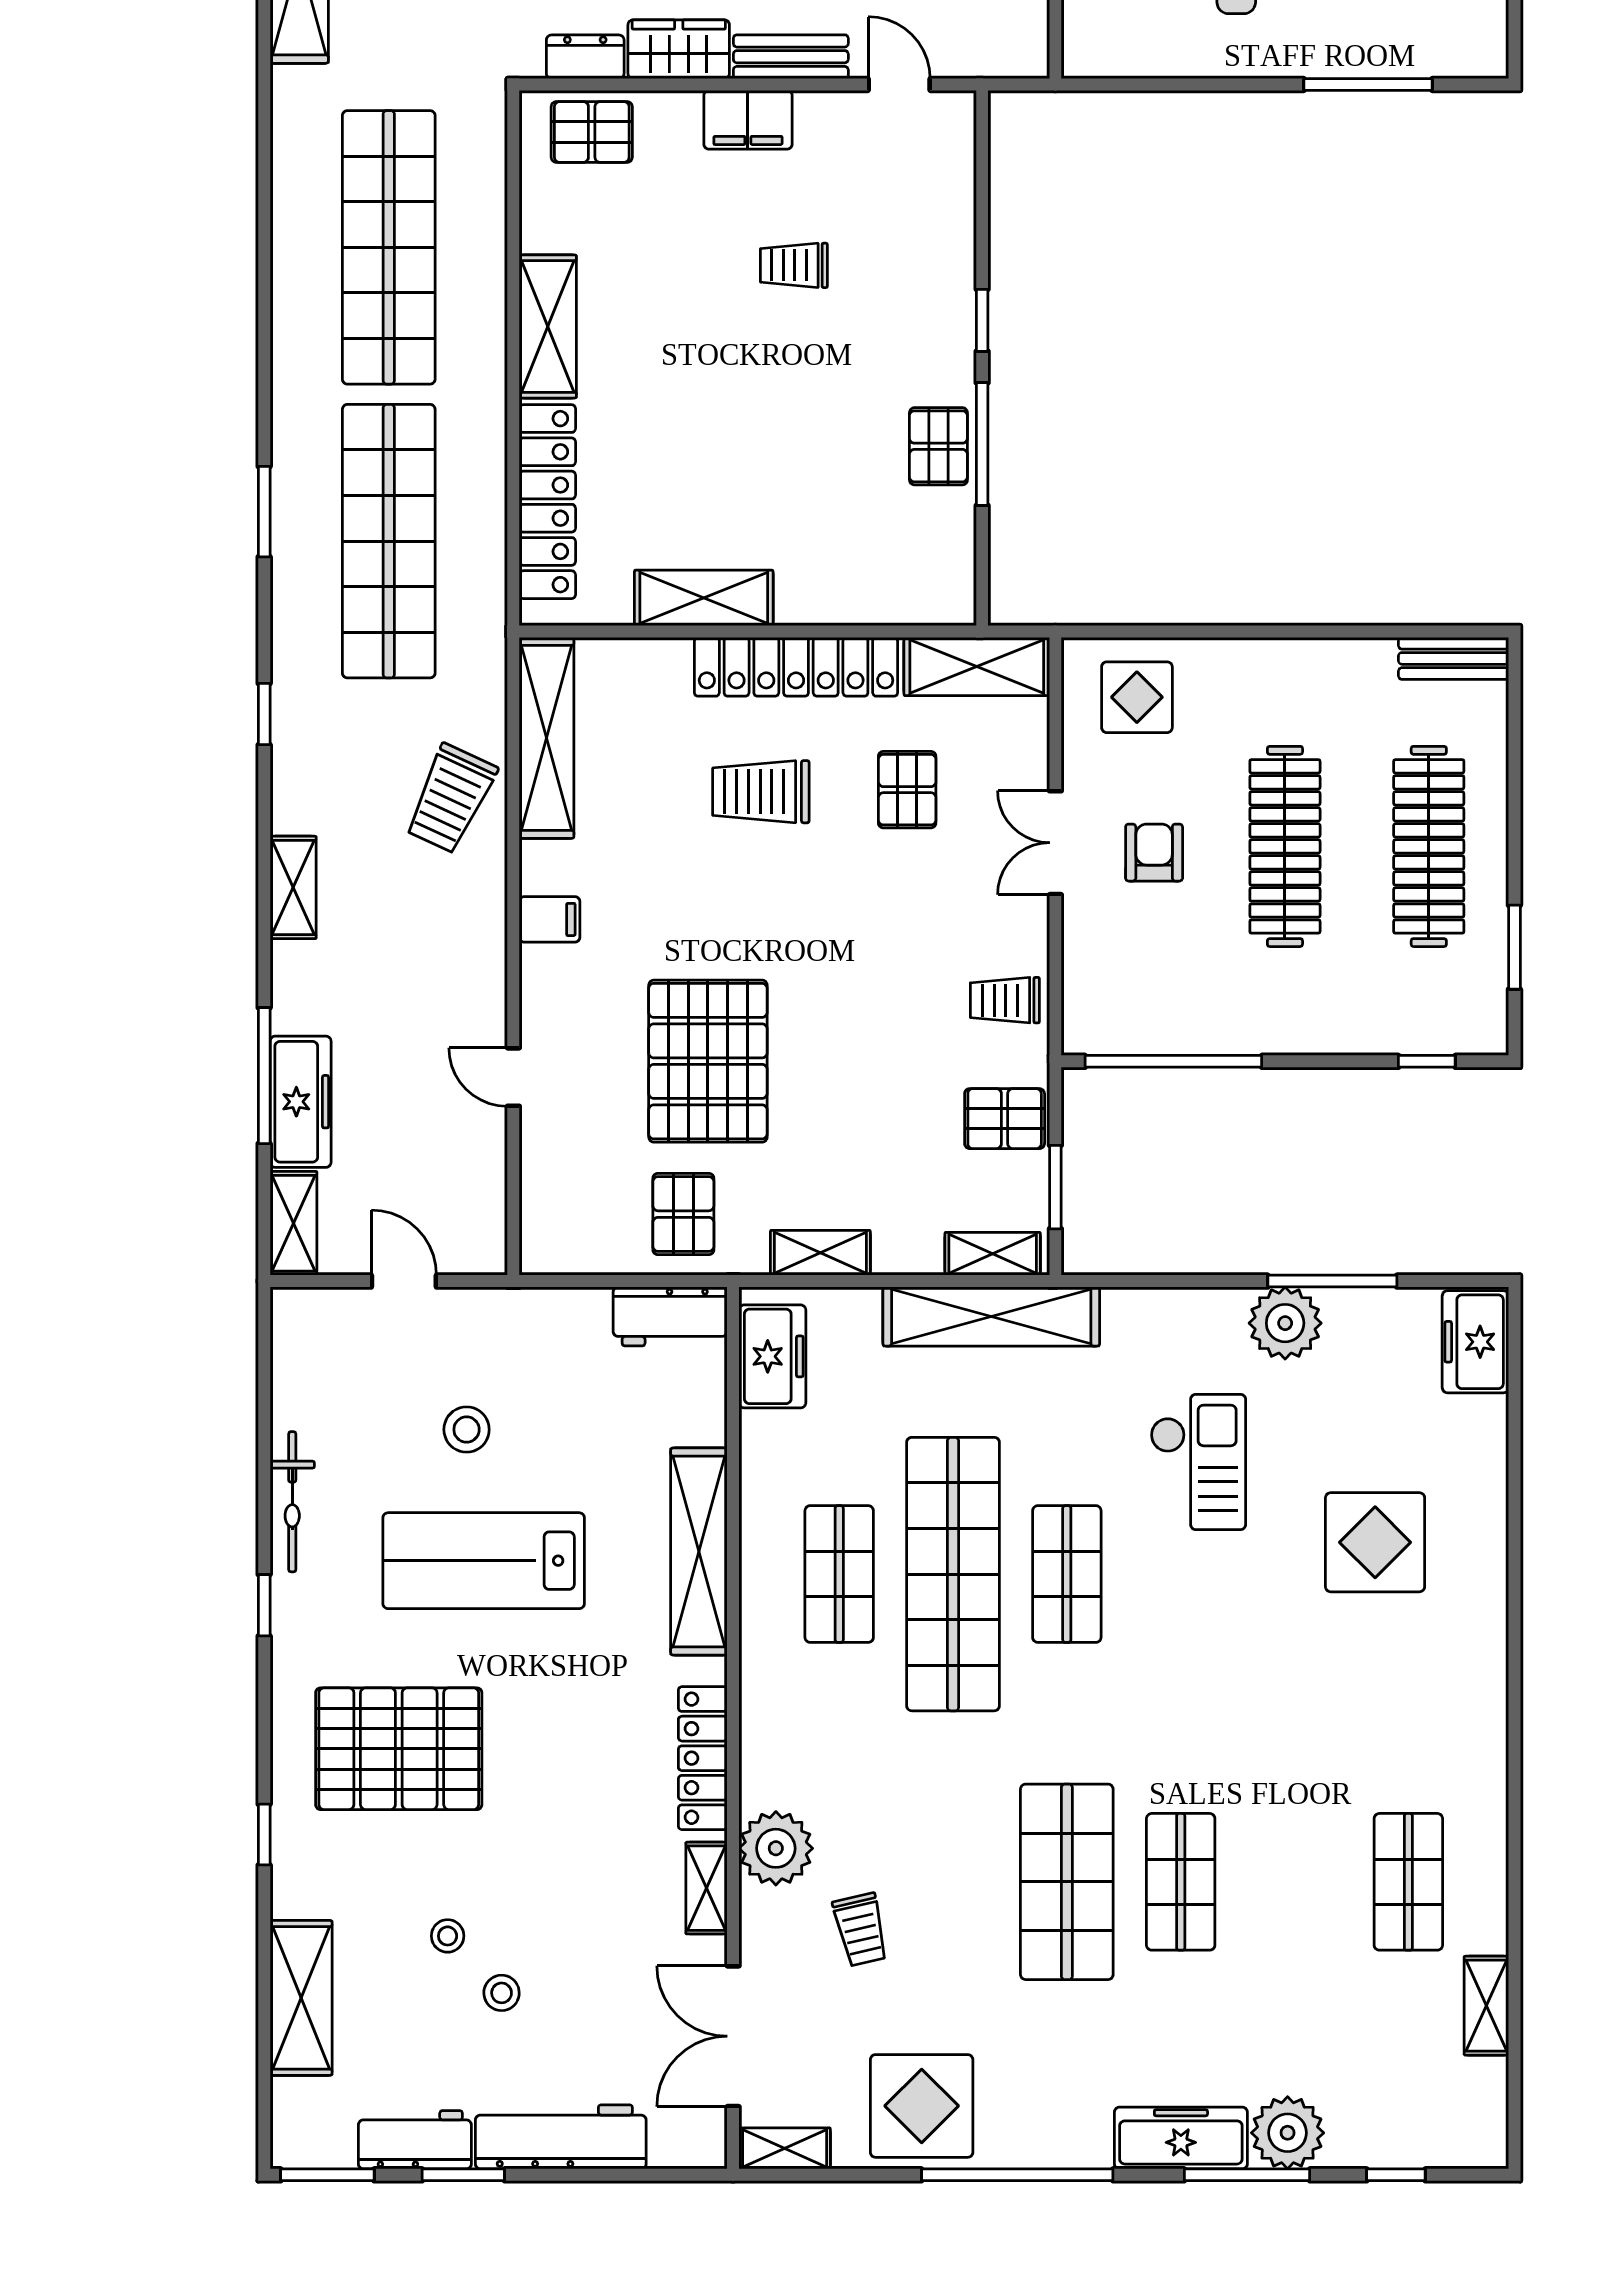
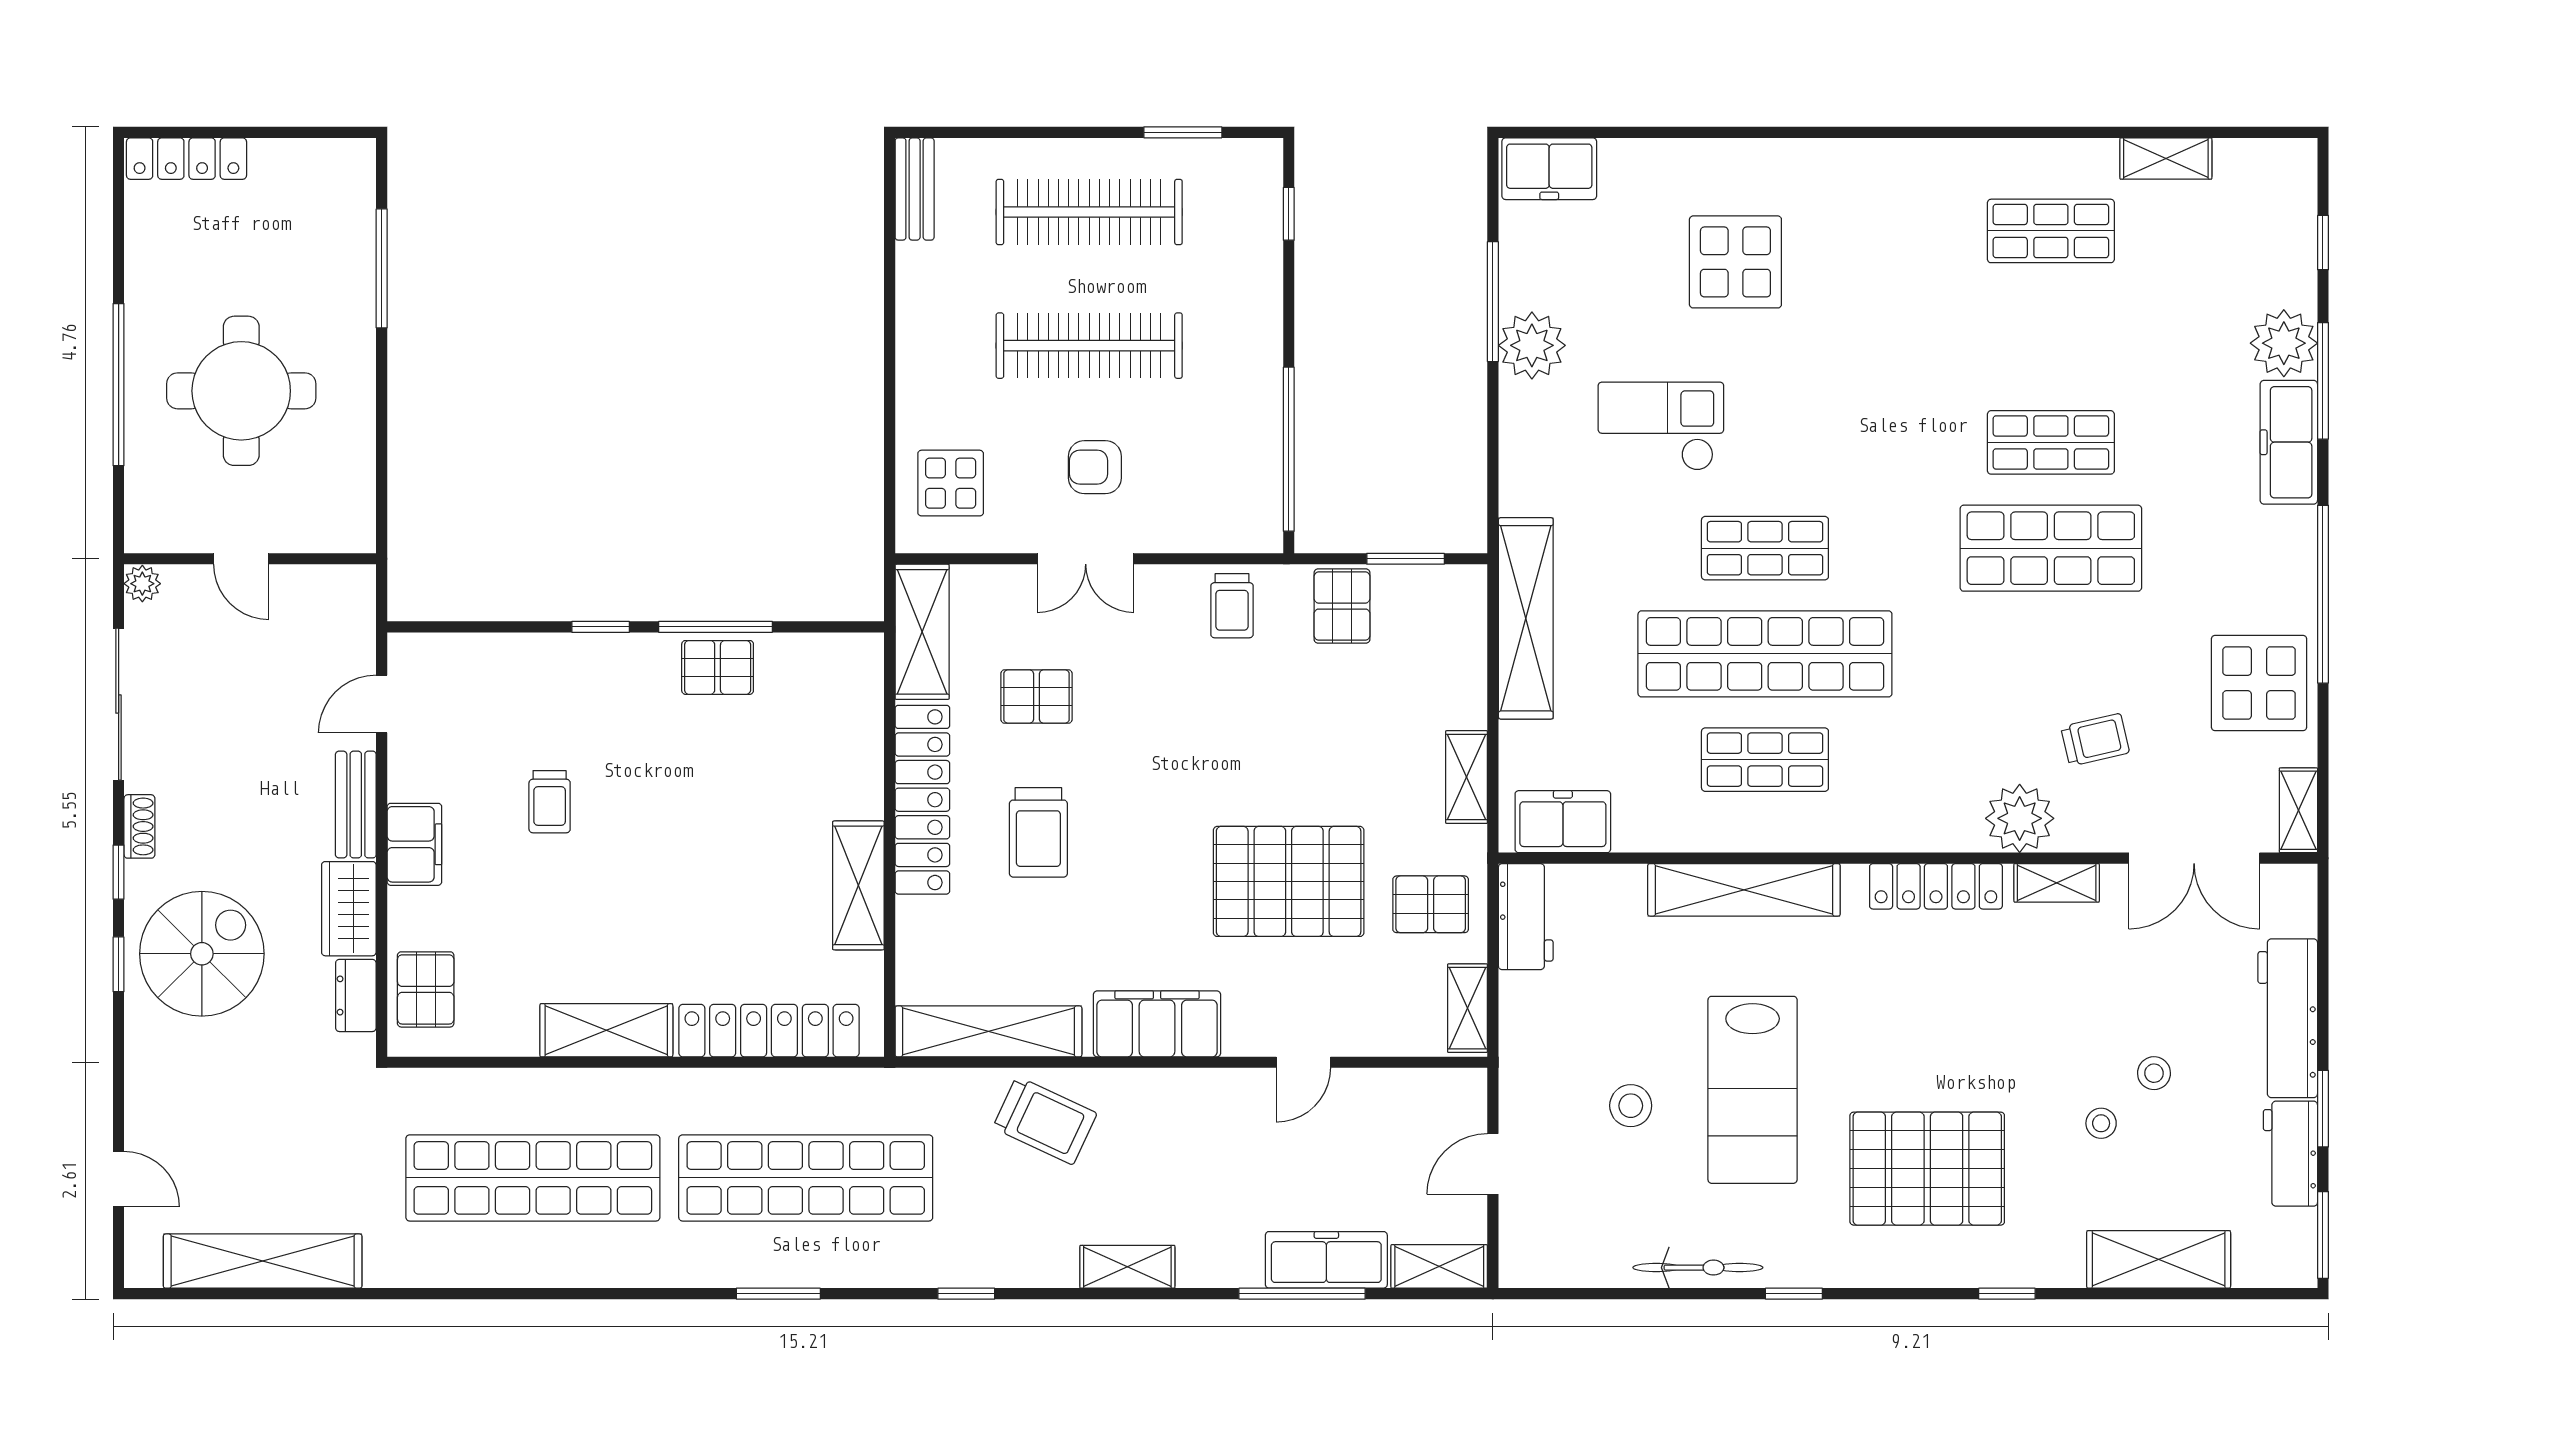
filing cabinet: (550, 919) -> (1157, 1024), width x3.00, depth x1.17
shelving: (993, 1254) -> (1468, 1008), moved
pallet: (399, 1749) -> (1927, 1169), turned 90

